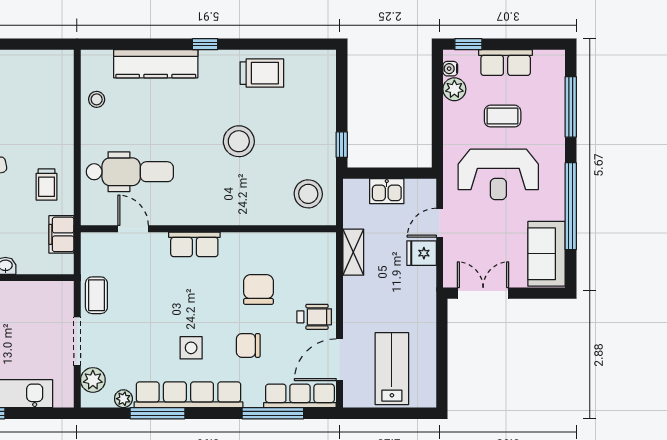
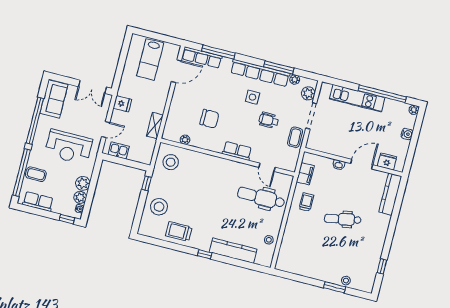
row of seats: (506, 63) -> (38, 201), moved
window: (571, 107) -> (22, 173), width x1.46
plant: (456, 115) -> (83, 183), added
coffee table: (503, 116) -> (36, 174), moved
stool: (239, 141) -> (159, 207), moved
reception desk: (498, 174) -> (69, 147), turned 180
kitchen sink: (387, 191) -> (119, 150), moved
plant: (293, 241) -> (185, 140), added
fridge: (422, 253) -> (122, 104), moved
chair: (258, 289) -> (209, 119), turned -90
wheelchair: (314, 317) -> (269, 120), moved
chair: (248, 345) -> (222, 91), removed

